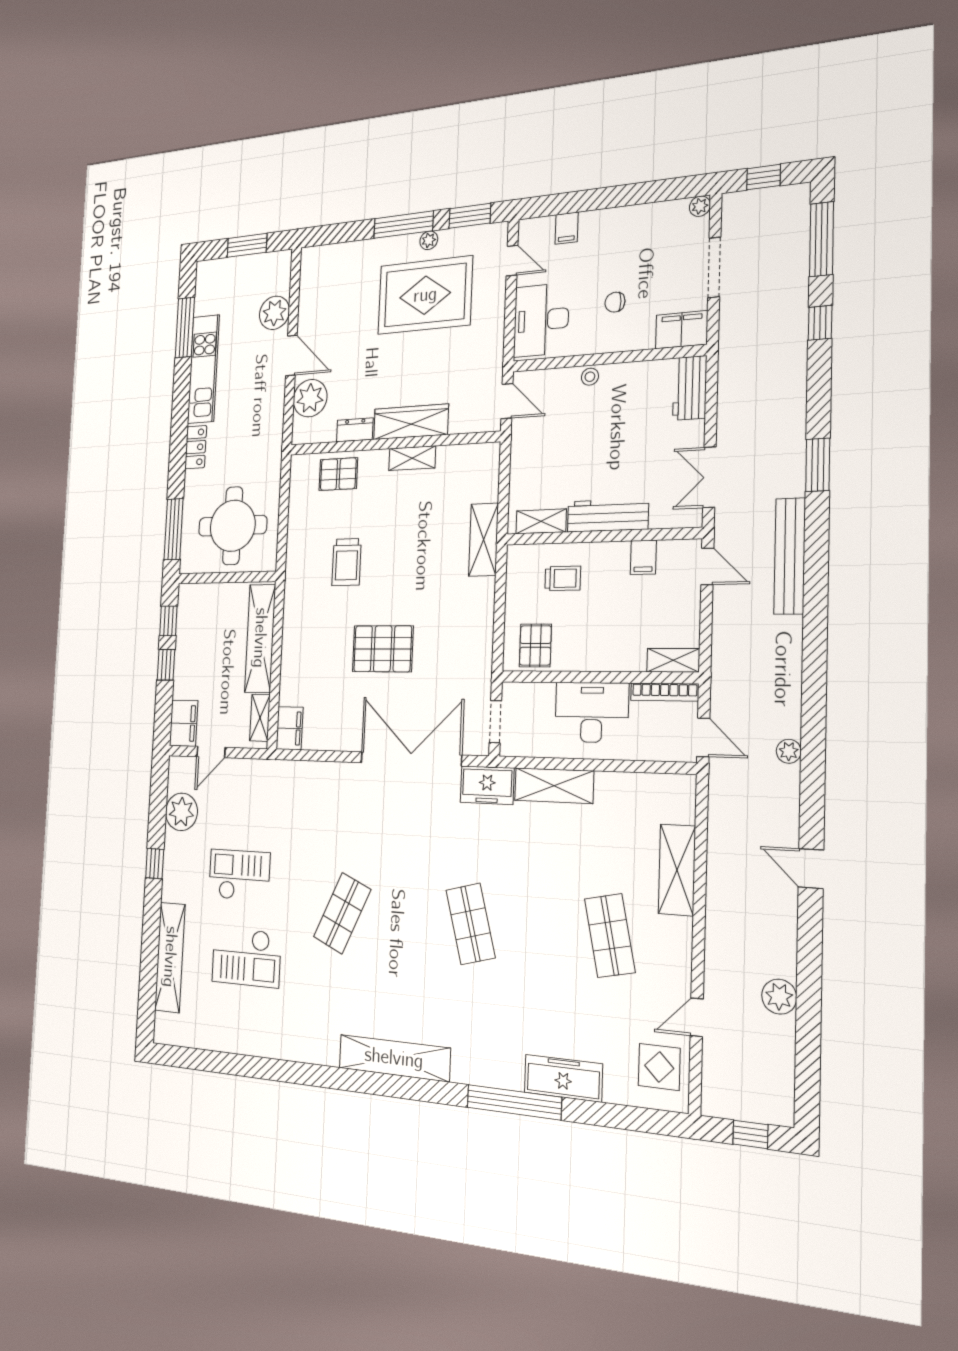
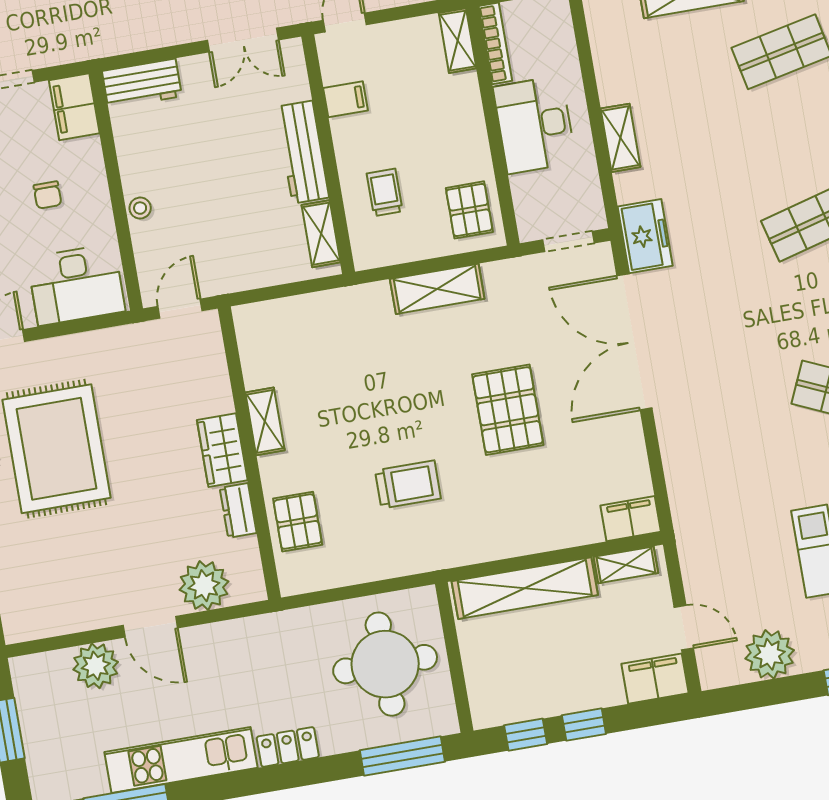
door: (291, 355) -> (150, 627), swing flipped
wardrobe: (411, 422) -> (222, 450), width x0.67
shelving: (483, 540) -> (437, 289), moved
pallet: (535, 645) -> (469, 210), turned 90
shelving: (554, 786) -> (620, 138), width x0.67, depth x0.75

